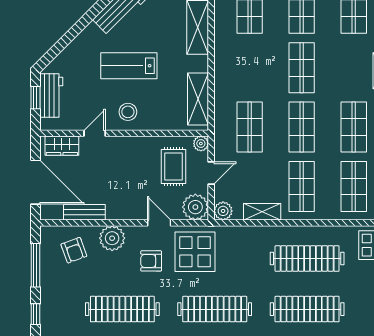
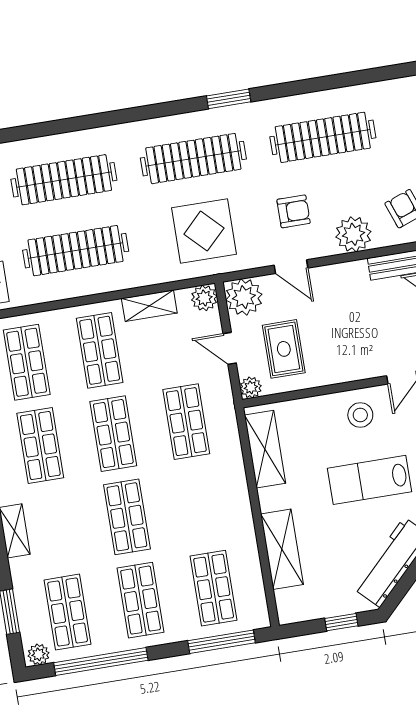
lab bench: (129, 66) -> (370, 480), turned 180
door: (211, 173) -> (230, 348), hinge flipped
display table: (195, 252) -> (204, 231), moved

